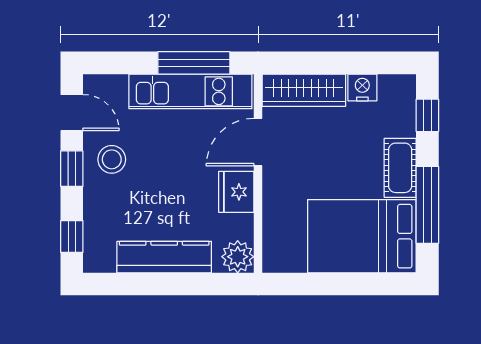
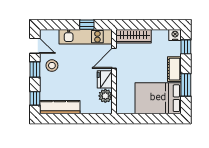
window: (194, 63) -> (87, 25), width x0.46
nightstand: (362, 87) -> (175, 35), moved
window: (427, 205) -> (186, 85), width x0.69
kitchen counter: (164, 257) -> (60, 107), moved
plant: (238, 257) -> (105, 96), moved

